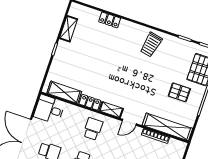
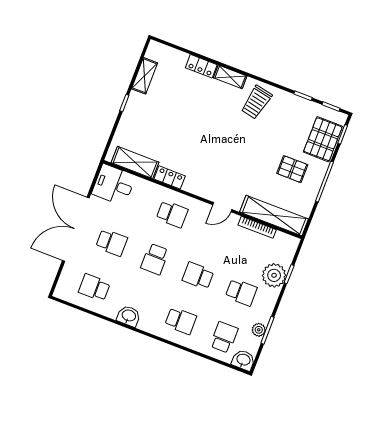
shelving: (111, 110) -> (230, 77), moved
school desk: (93, 129) -> (172, 214), turned 90

